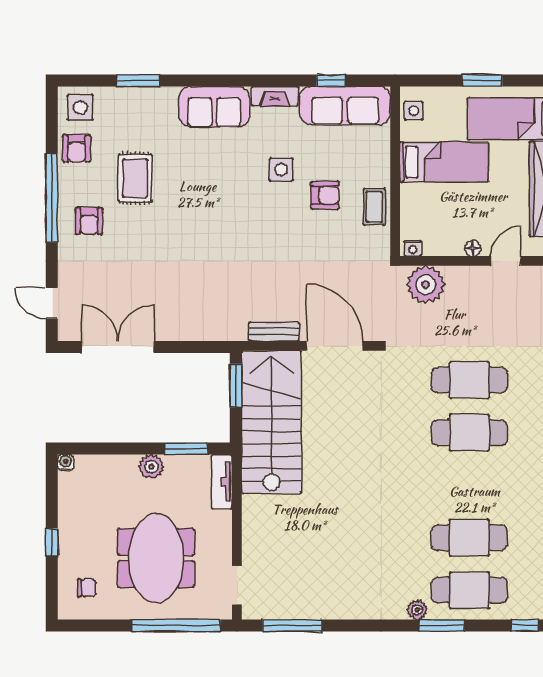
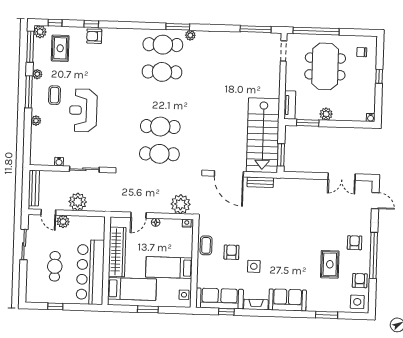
armchair: (325, 195) -> (231, 252), turned 90
double door: (118, 347) -> (342, 177), width x0.73
window: (525, 626) -> (135, 25), removed

